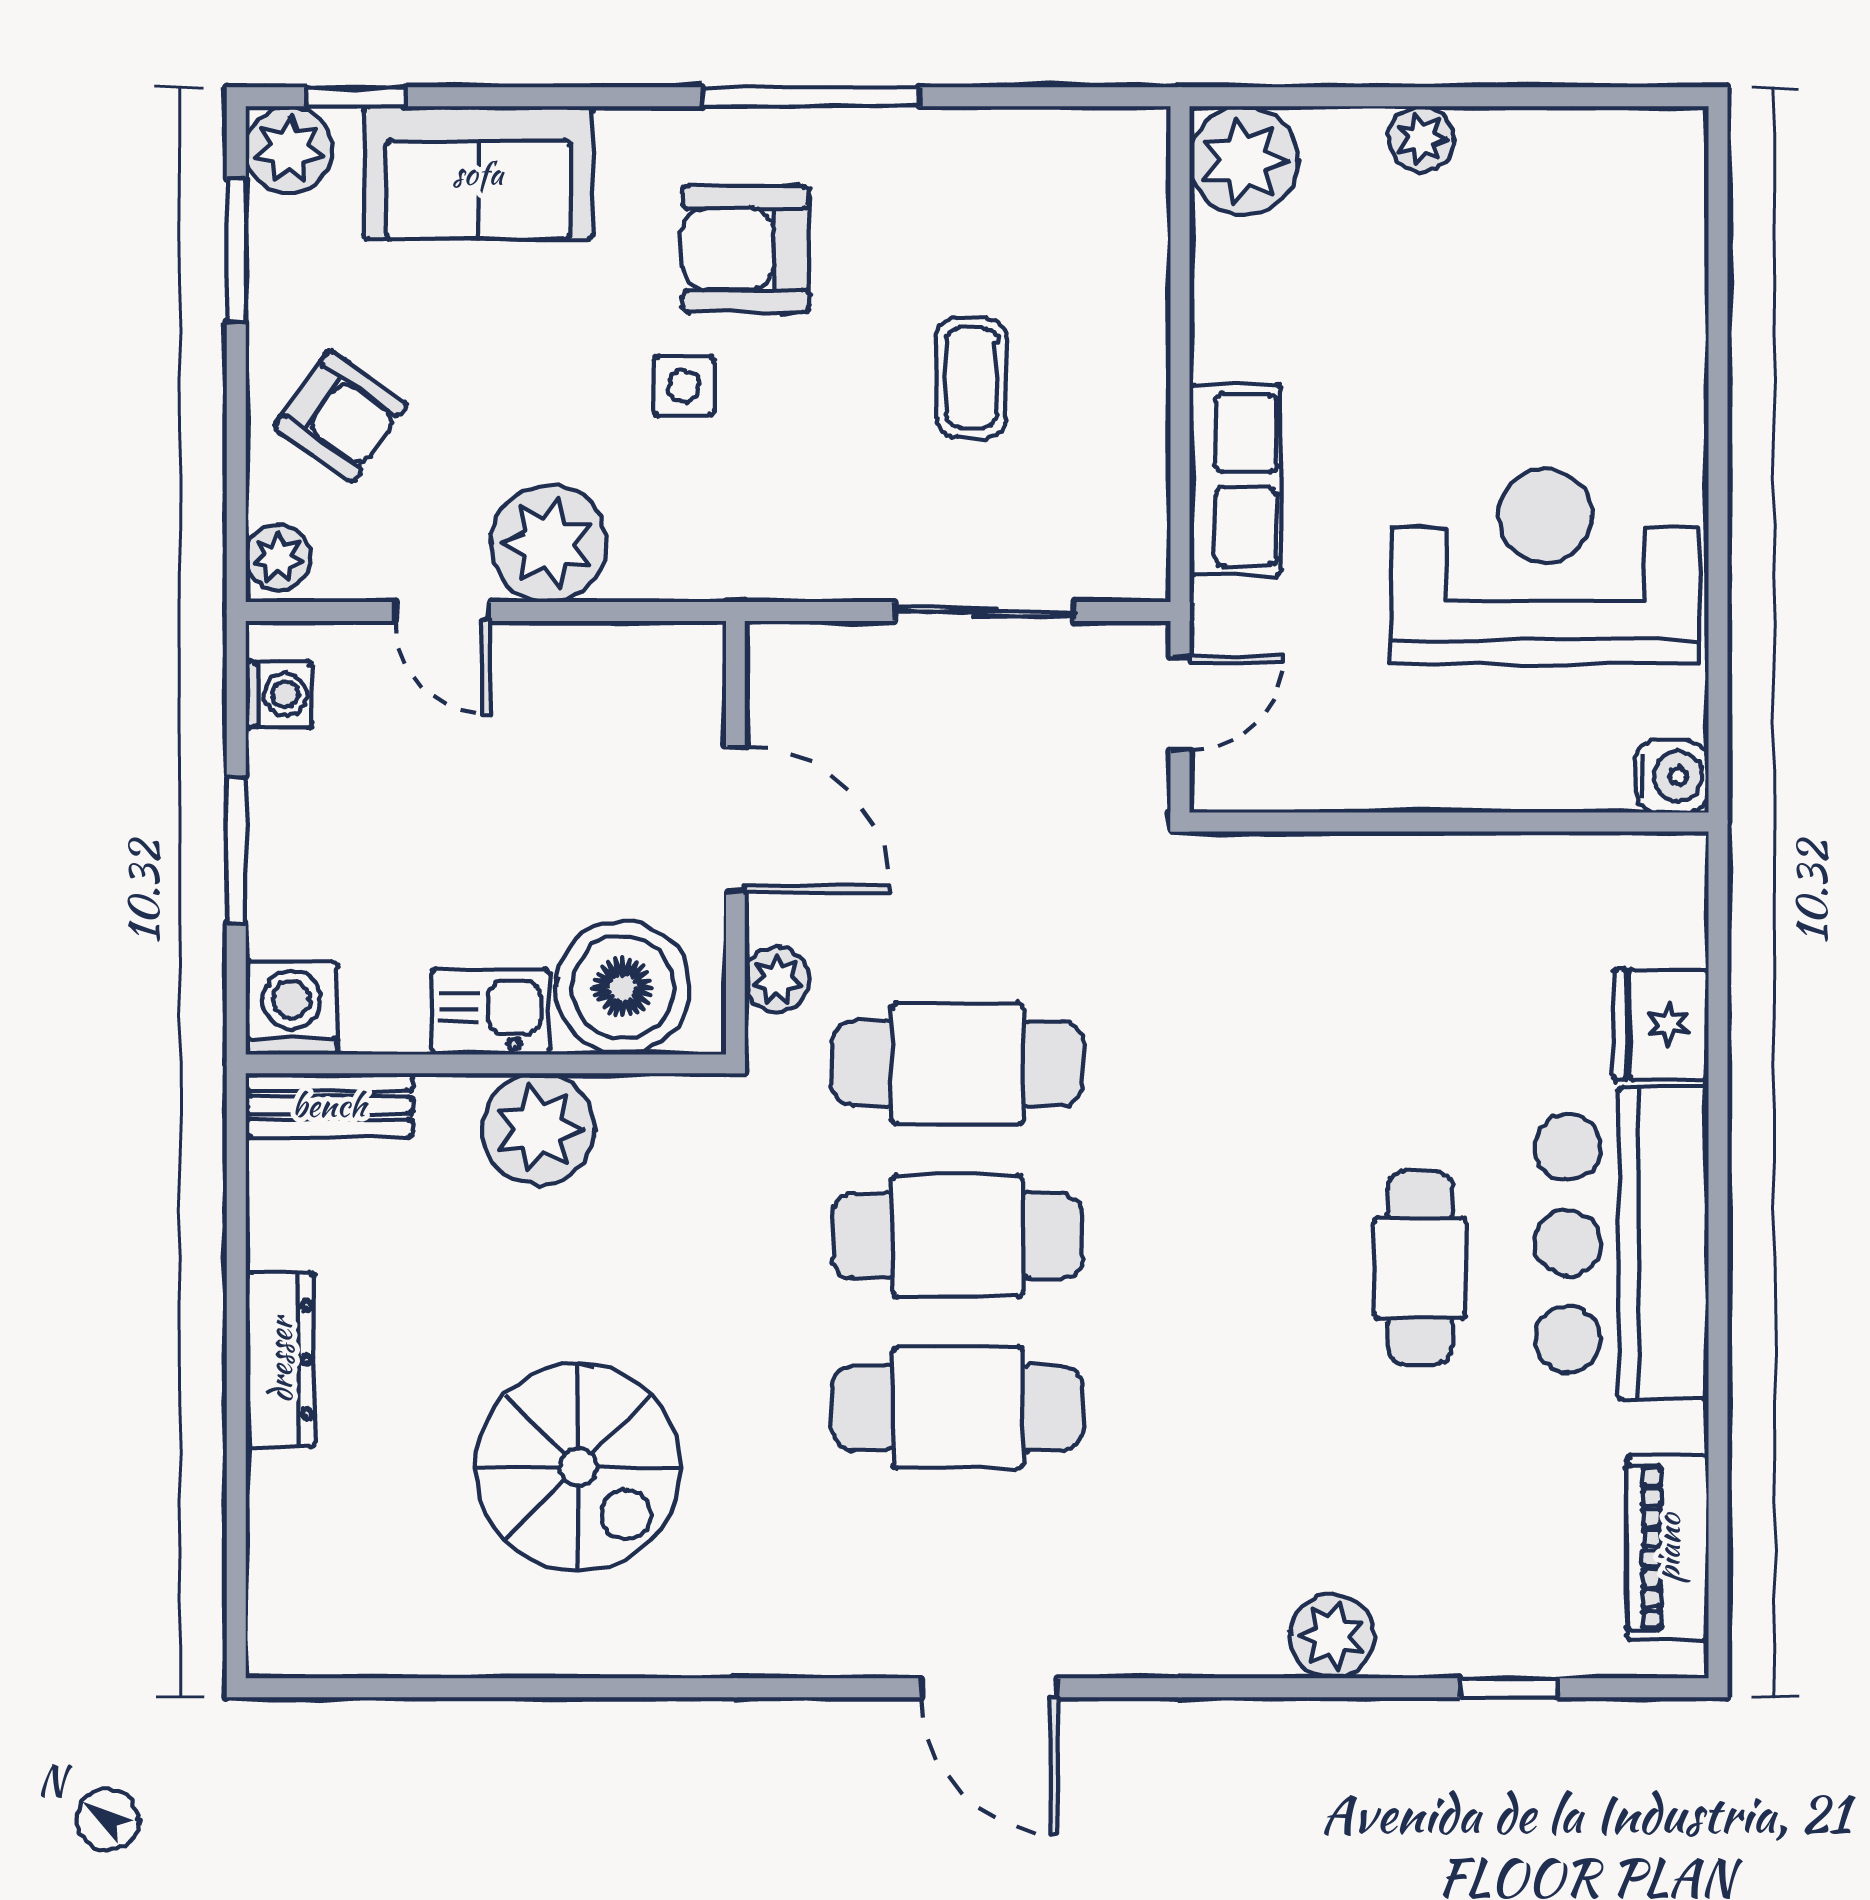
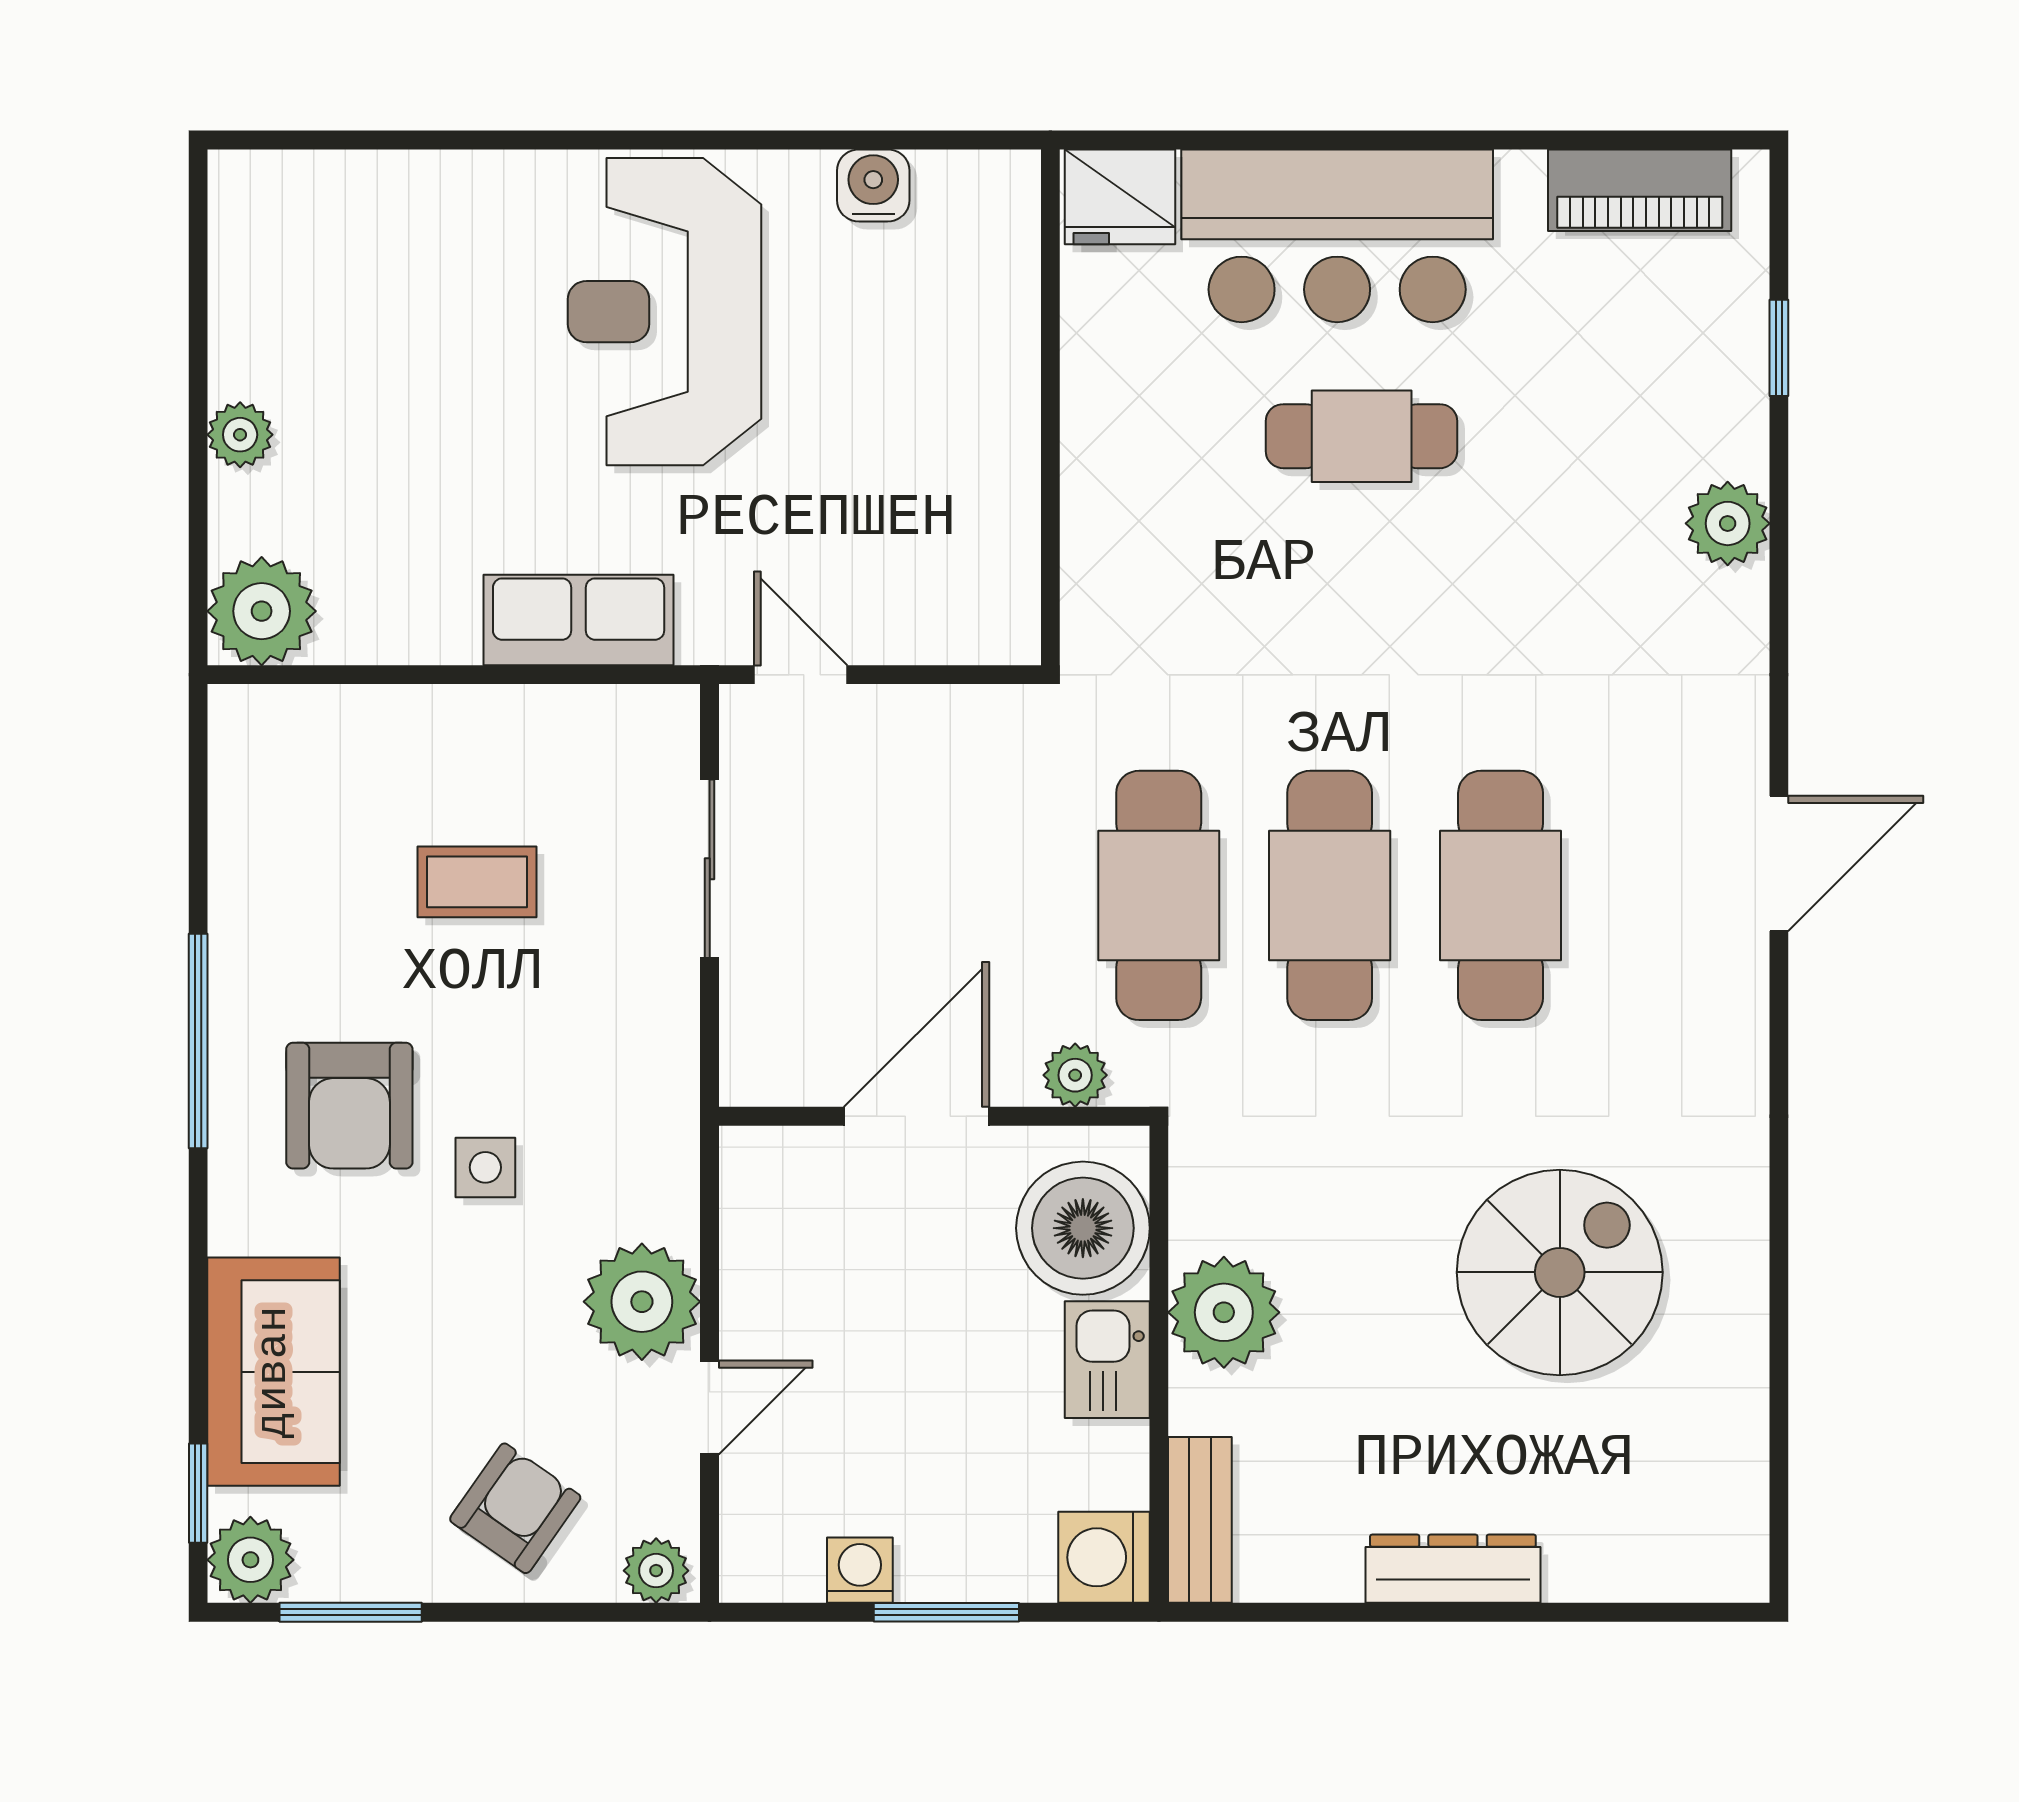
washing machine: (279, 695) -> (860, 1570), moved
wall: (1449, 822) -> (1050, 407), moved

